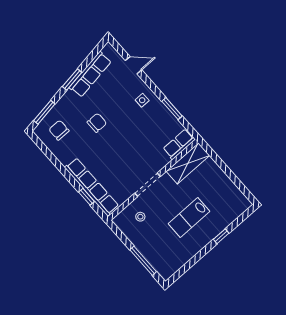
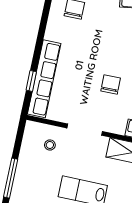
chair: (97, 123) -> (111, 84), moved, turned -91

